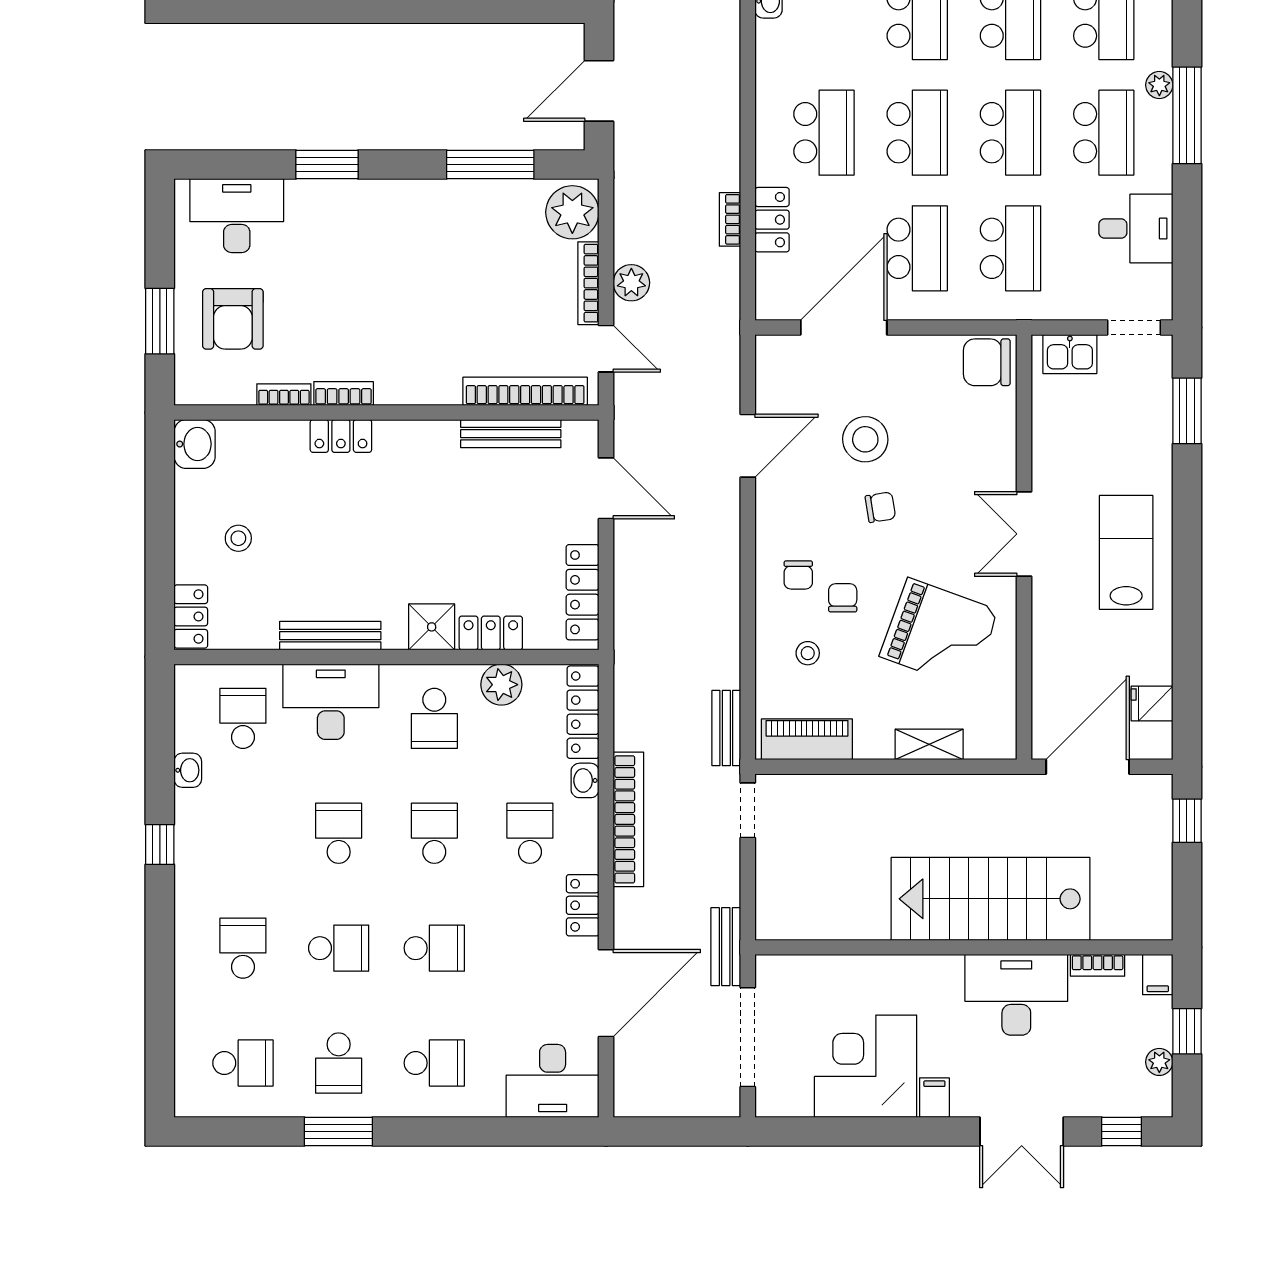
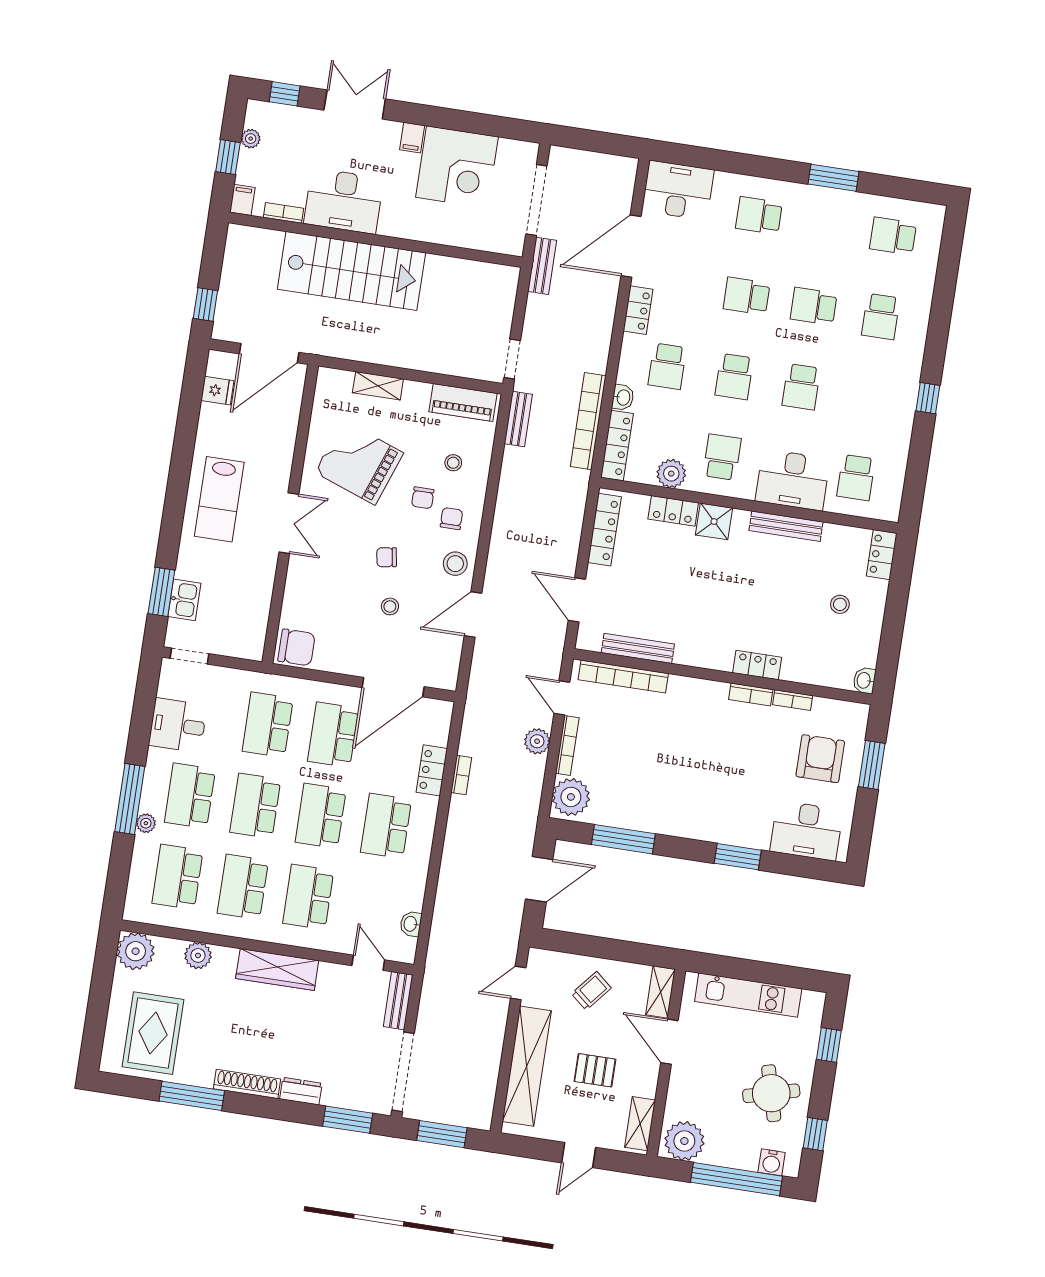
kitchen sink: (1070, 354) -> (184, 600), moved, turned 90
stool: (865, 439) -> (390, 606), width x0.53, depth x0.53
washbasin: (195, 444) -> (864, 681), width x0.72, depth x0.69
stool: (783, 513) -> (455, 564), added
washbasin: (188, 770) -> (900, 447), removed
bookcase: (628, 819) -> (588, 421), moved
school desk: (339, 1063) -> (826, 226), removed

